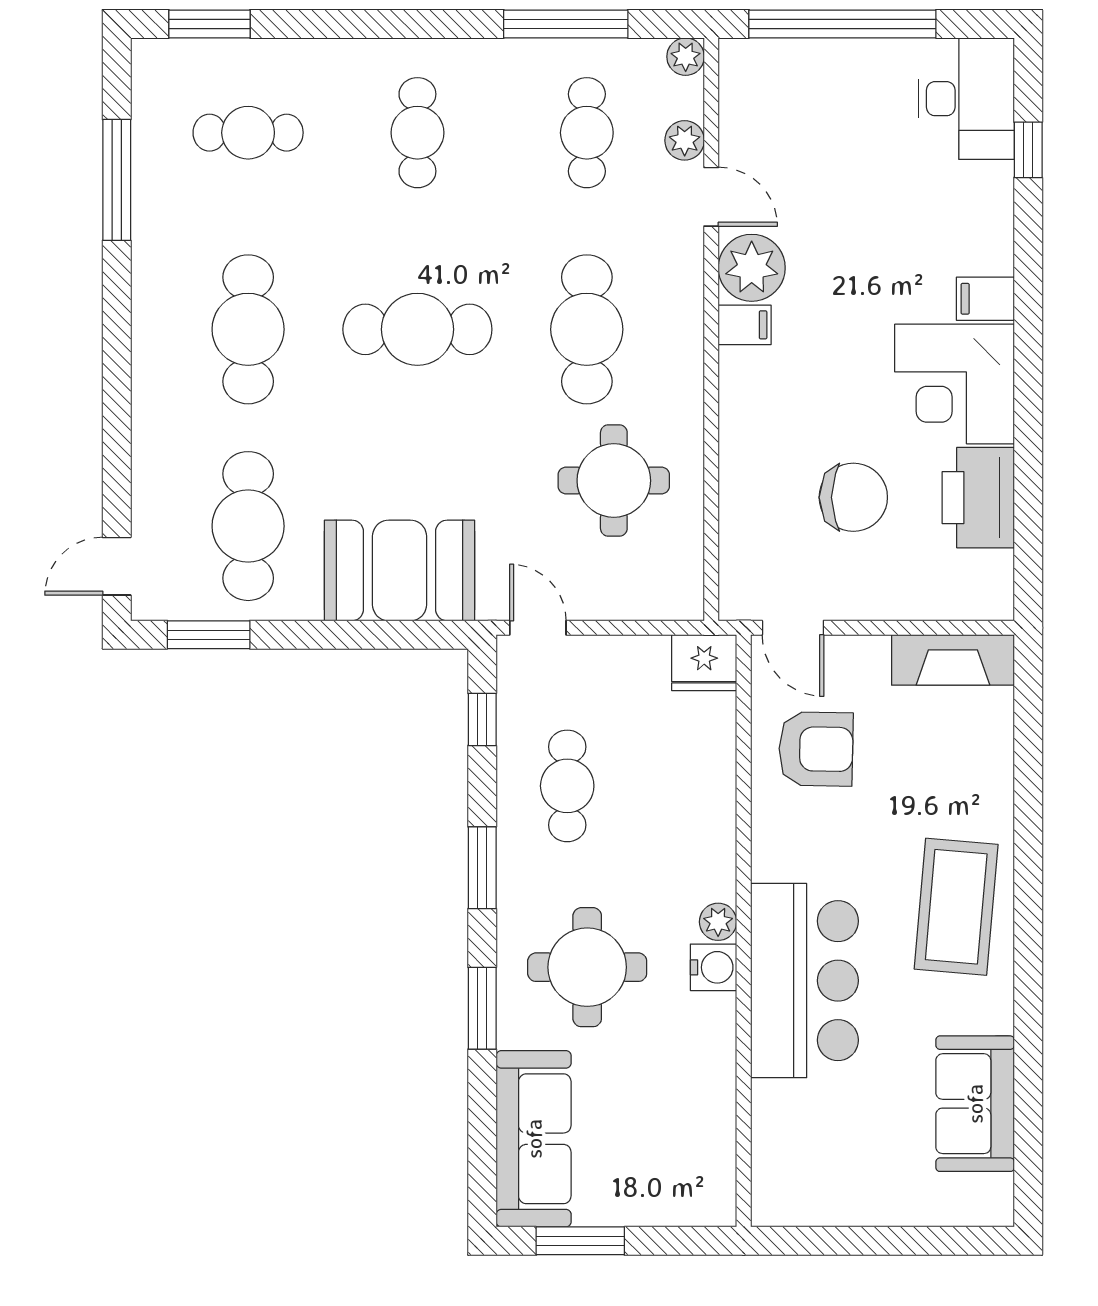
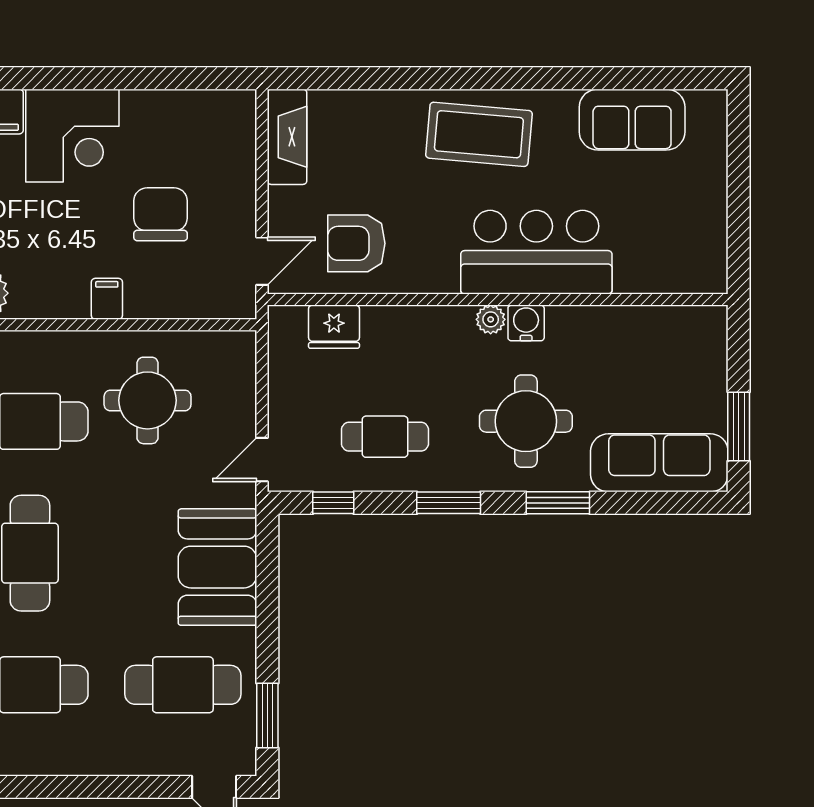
filing cabinet: (745, 325) -> (107, 299), moved
printer: (978, 498) -> (161, 117), removed
fridge: (704, 663) -> (334, 327), moved, turned 90
armchair: (816, 749) -> (356, 243), turned -91

